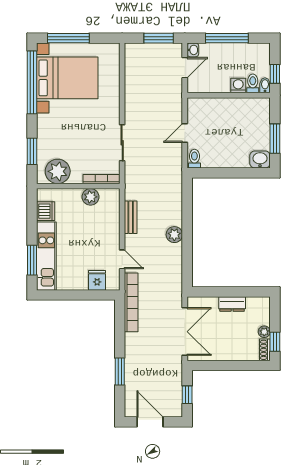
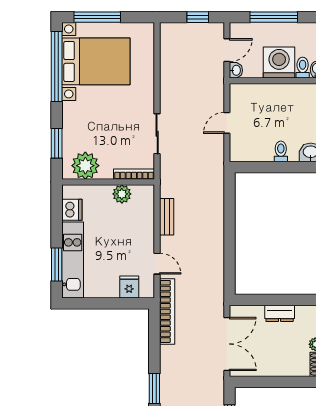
window: (159, 38) -> (198, 17), width x0.67
washbasin: (193, 50) -> (236, 70), moved
washing machine: (238, 85) -> (279, 63), width x1.89, depth x1.89
toilet: (194, 159) -> (281, 151), moved
plant: (174, 235) -> (215, 236), removed

